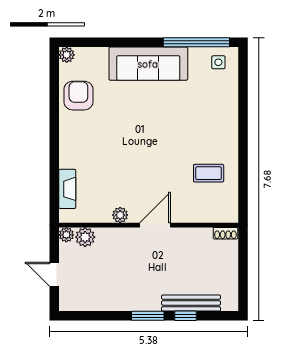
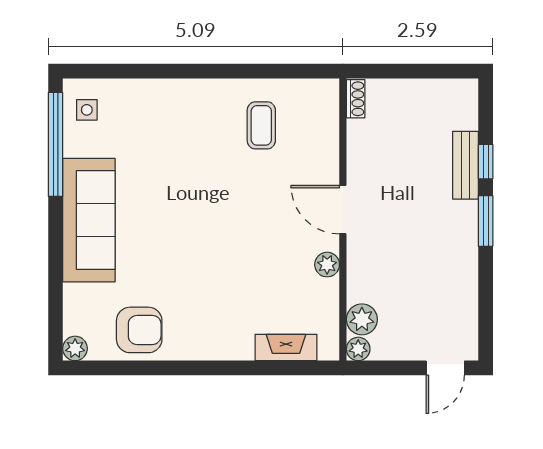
armchair: (78, 96) -> (139, 330), turned 180
door: (54, 274) -> (445, 368), moved
bench: (191, 303) -> (465, 165), width x0.73

